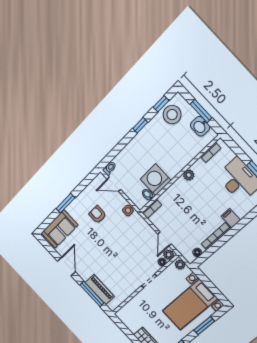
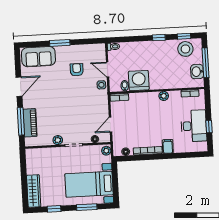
window: (201, 111) -> (206, 63), width x1.44
door: (114, 184) -> (108, 70), moved
plant: (169, 255) -> (58, 140), moved

